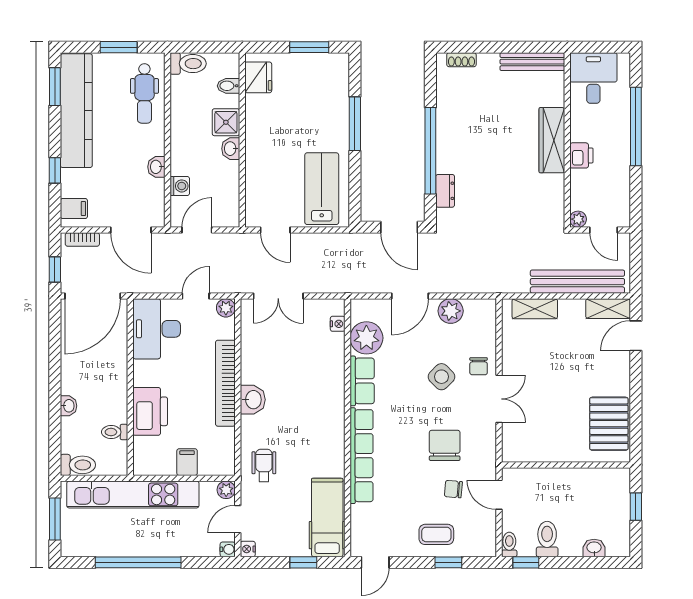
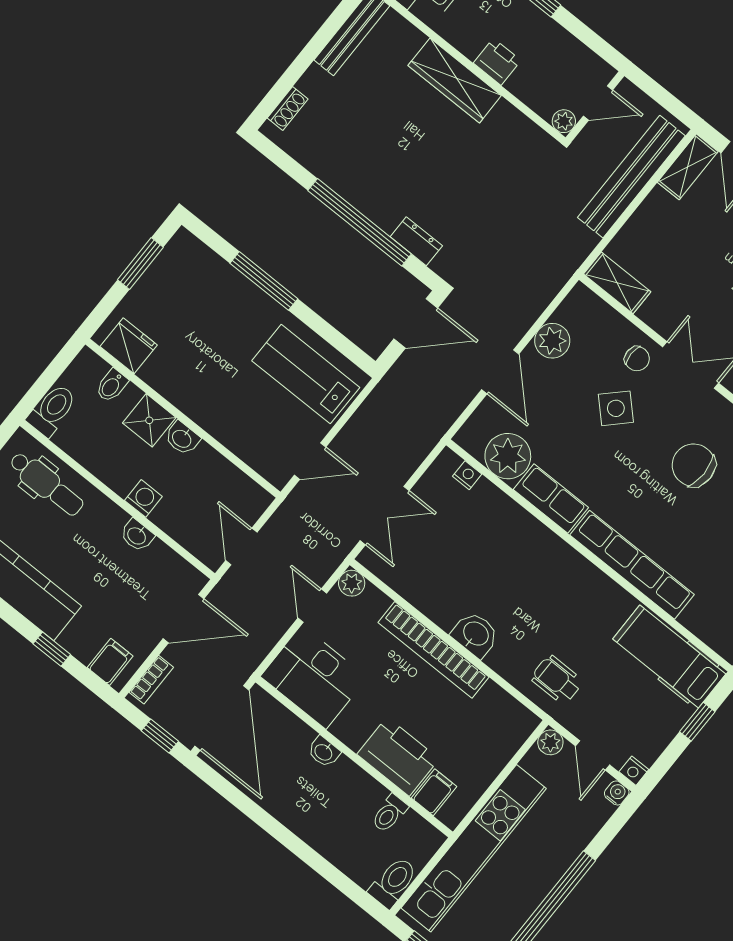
washing machine: (180, 186) -> (143, 498), moved
shelving: (535, 309) -> (617, 283), moved, turned 90
washbasin: (68, 406) -> (324, 752), moved, turned 180
filing cabinet: (187, 462) -> (434, 792), moved, turned 90

